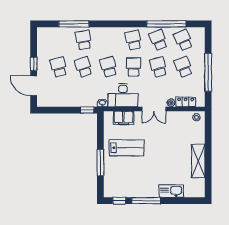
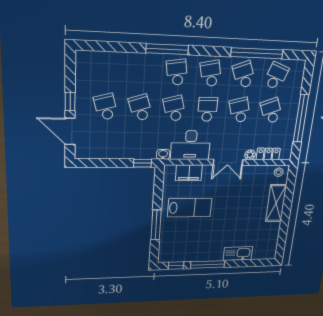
window: (74, 24) -> (167, 49), moved
school desk: (83, 40) -> (177, 72), moved
school desk: (183, 40) -> (276, 76), turned 45
shelving: (198, 161) -> (276, 203), moved

